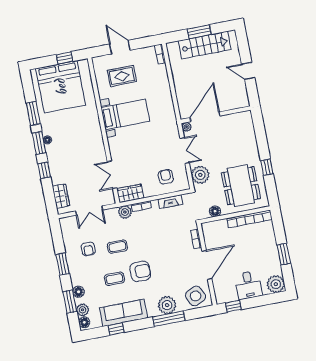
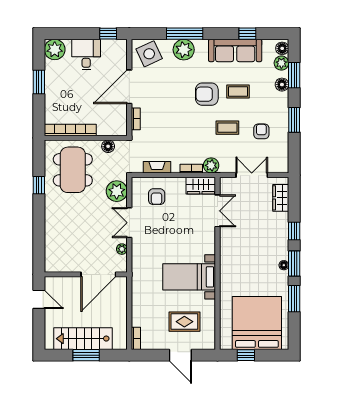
wall: (216, 115) -> (86, 274), moved
door: (205, 117) -> (98, 274), moved

